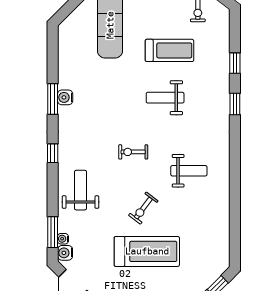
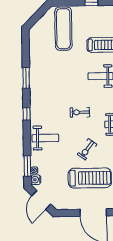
water cooler: (65, 97) -> (34, 77), removed
weight bench: (81, 190) -> (45, 138), turned 90

